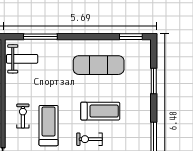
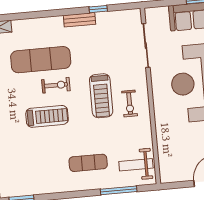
exercise mat: (99, 65) -> (88, 163), moved, width x0.73, depth x0.69
treadmill: (100, 111) -> (47, 116), turned 180

